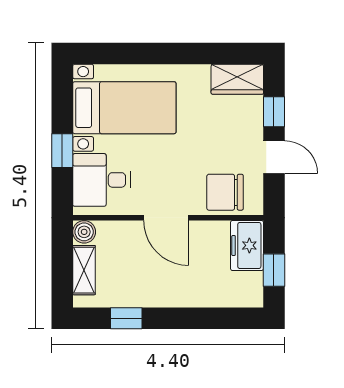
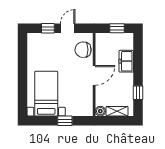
wardrobe: (237, 79) -> (34, 44), removed
desk: (101, 180) -> (78, 104), removed
chair: (225, 192) -> (83, 50), turned 91
freezer: (247, 245) -> (126, 61), moved, turned 90

